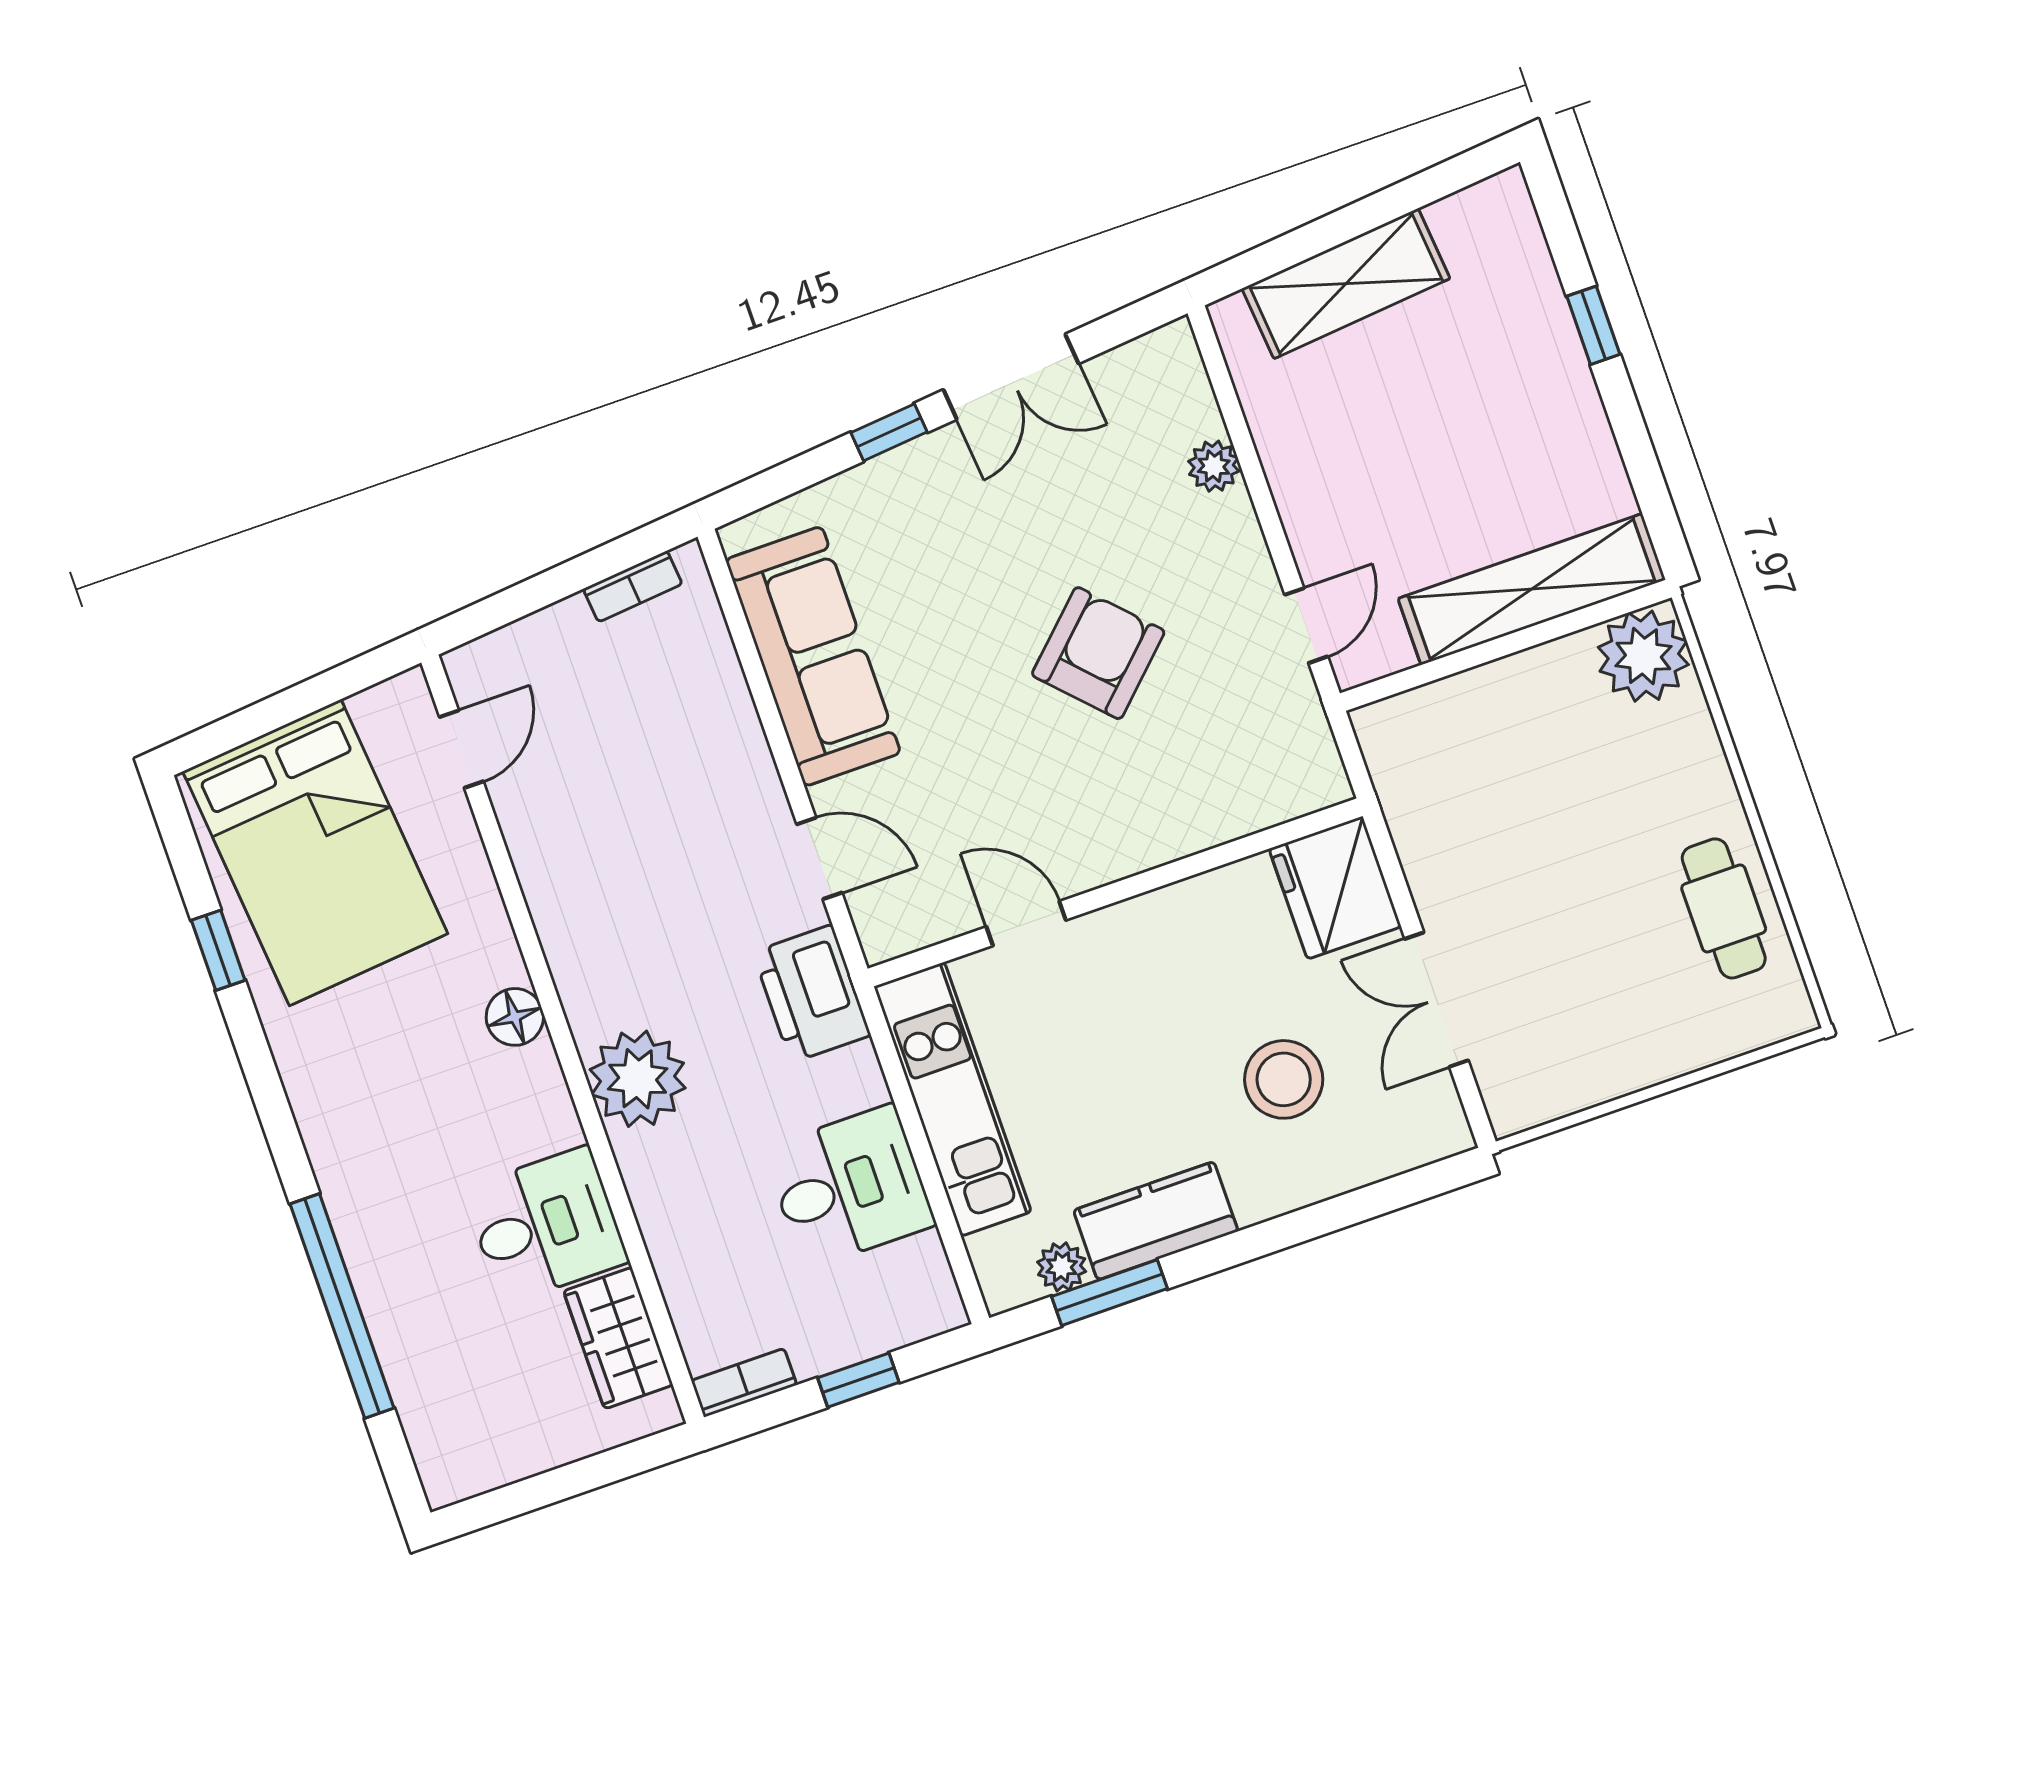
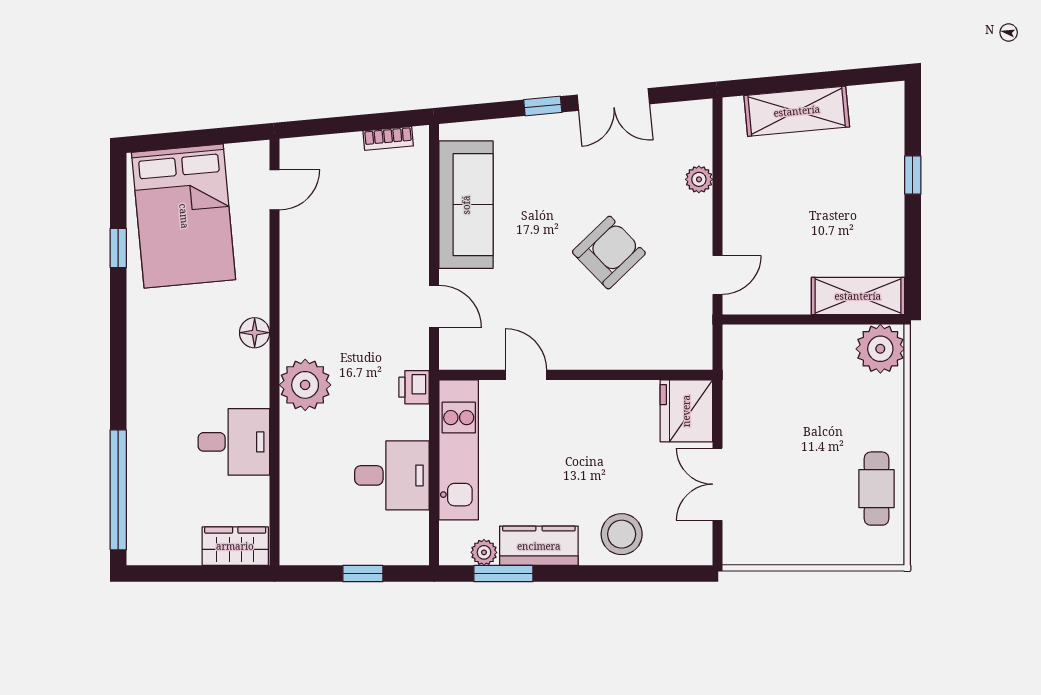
shelving: (1532, 589) -> (858, 296), width x0.68
printer: (812, 994) -> (414, 387), width x0.53, depth x0.68
stool: (1284, 1079) -> (622, 534), moved
window: (342, 1306) -> (118, 490), moved
wardrobe: (618, 1338) -> (235, 546), moved, turned 90
bookcase: (744, 1383) -> (305, 555), removed

